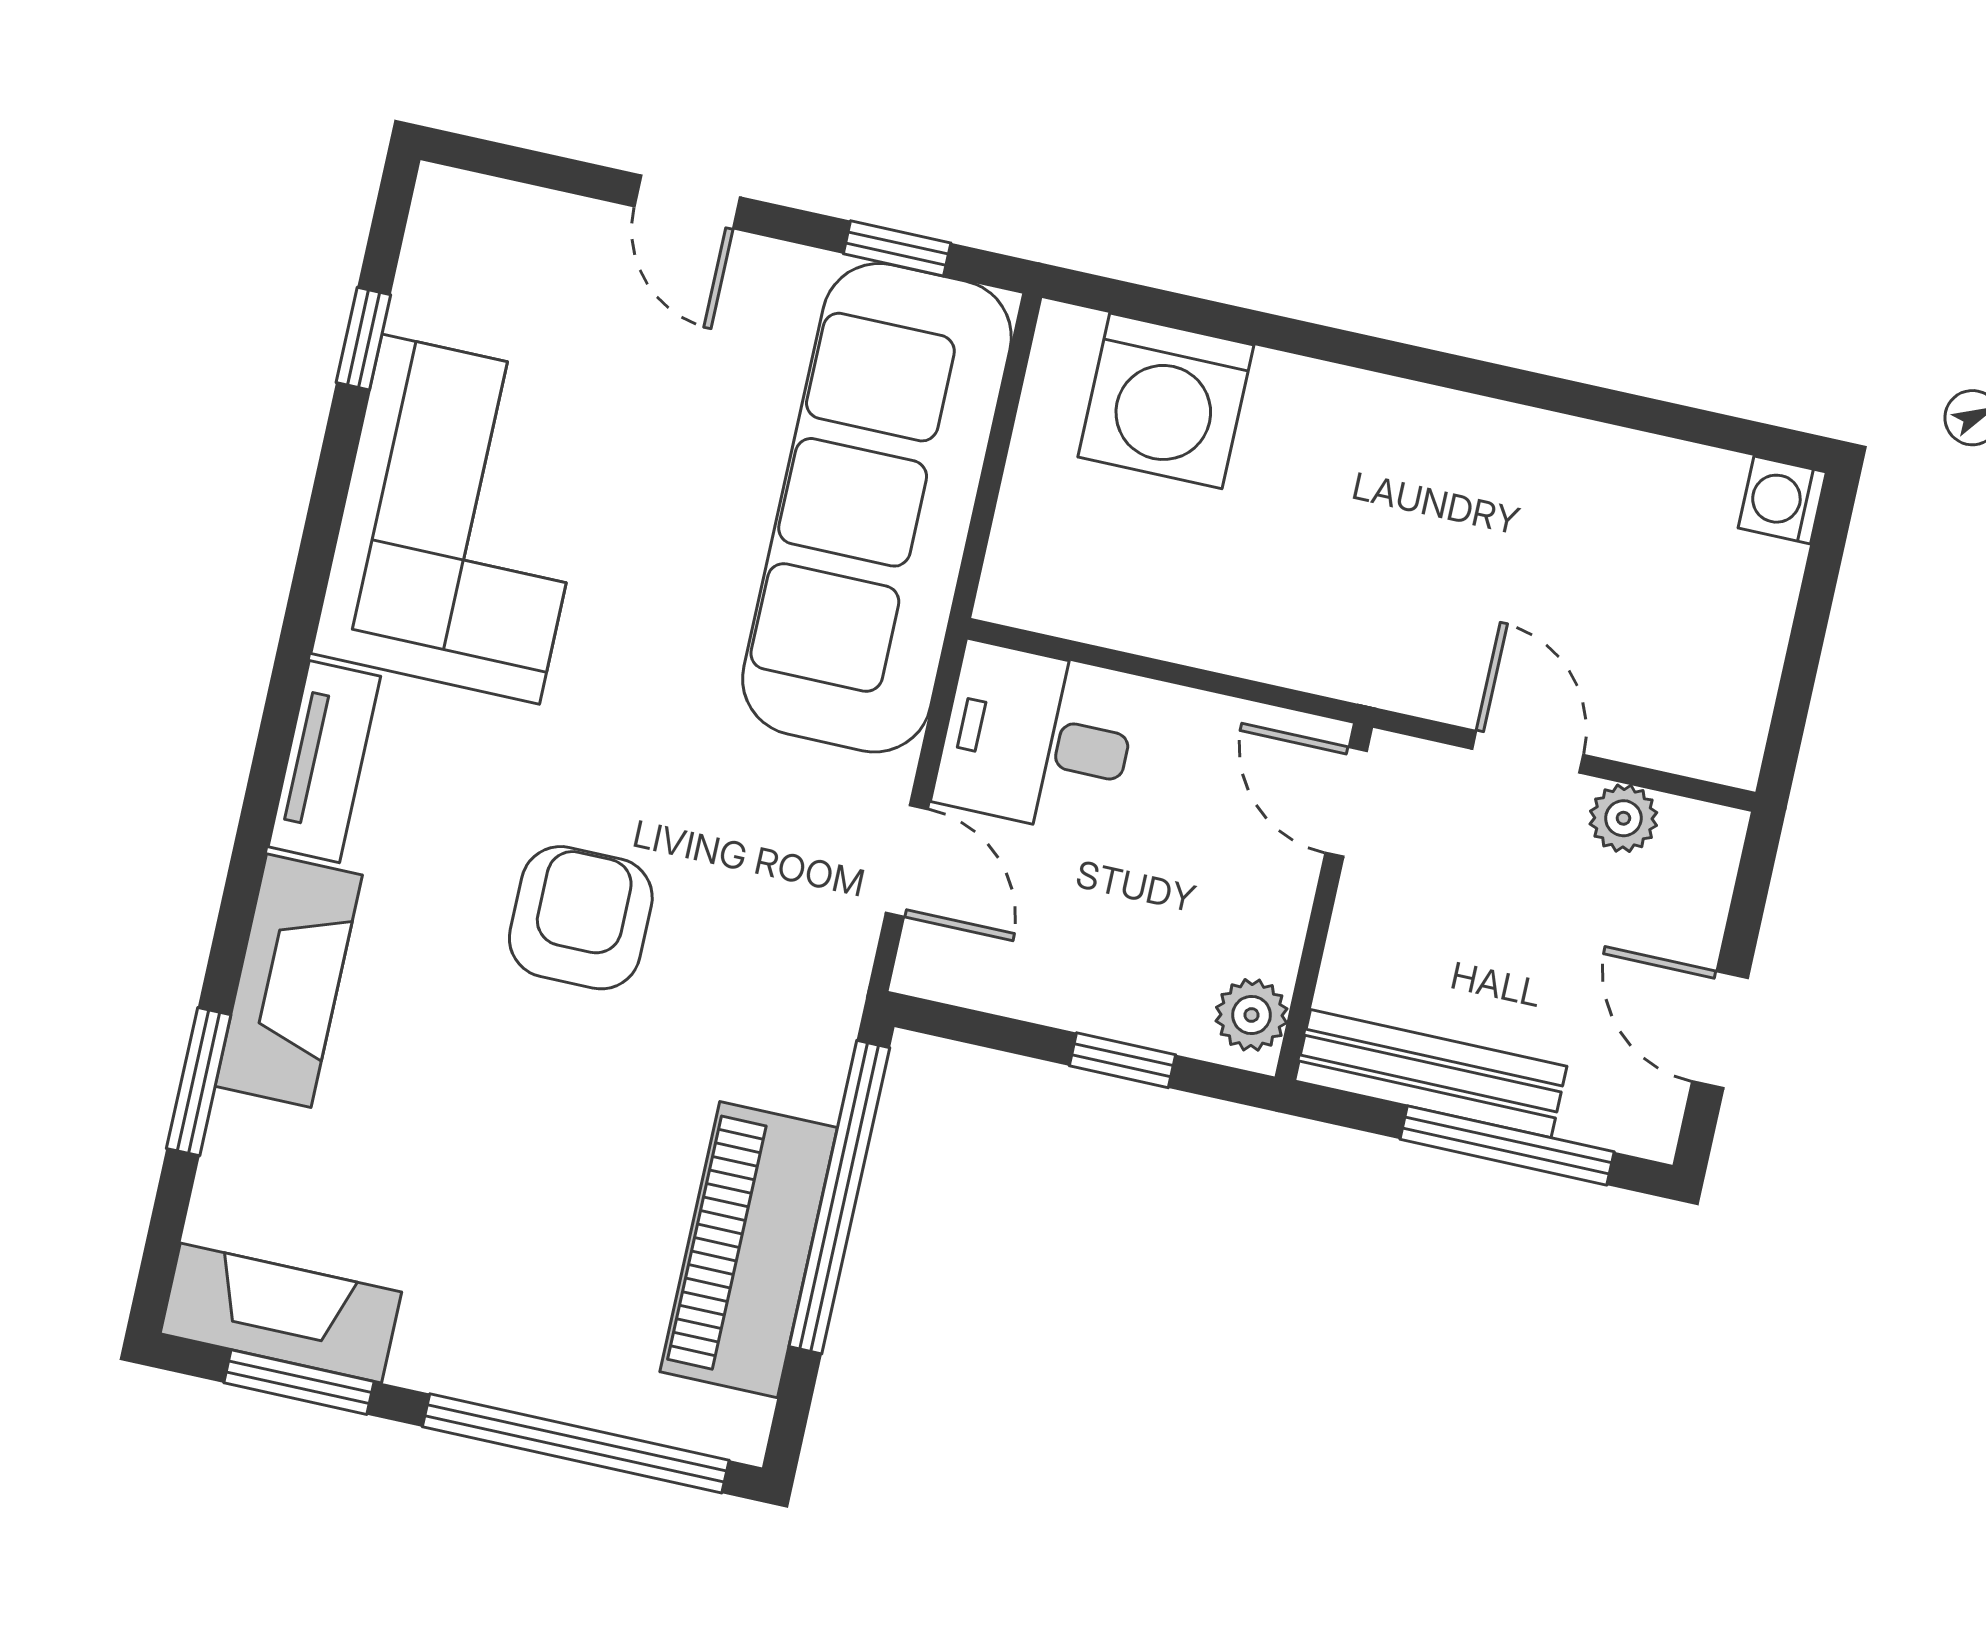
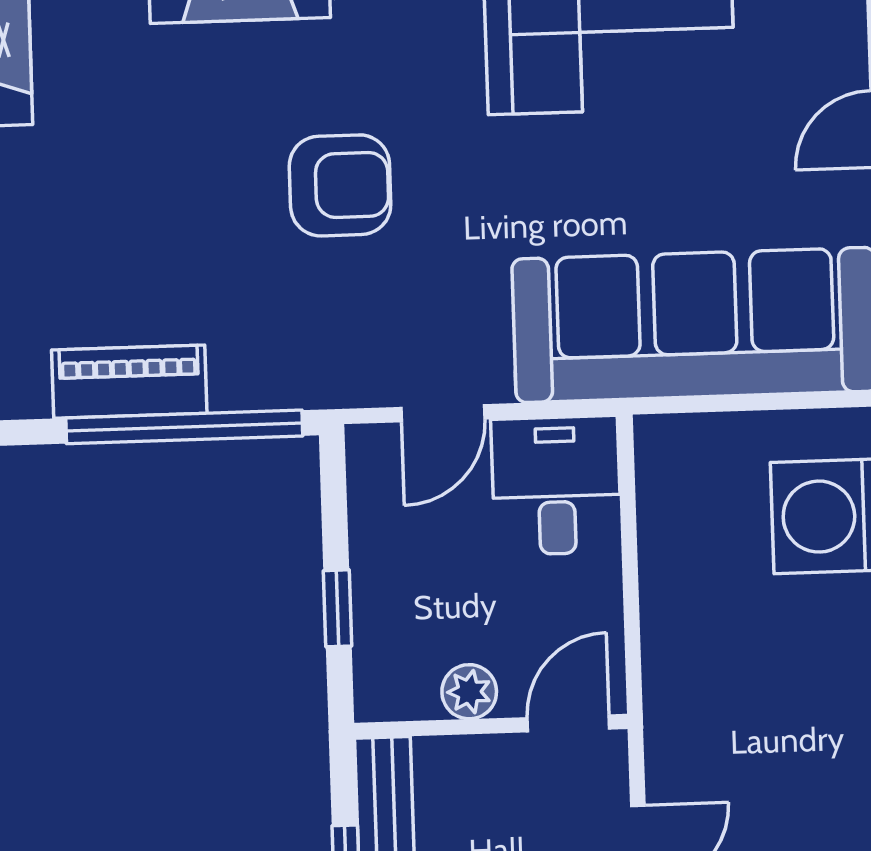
plant: (1252, 1015) -> (469, 692), moved
piano: (749, 1250) -> (129, 382), width x0.73, depth x0.75

